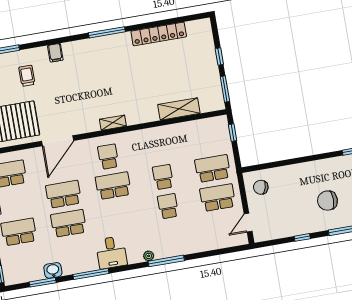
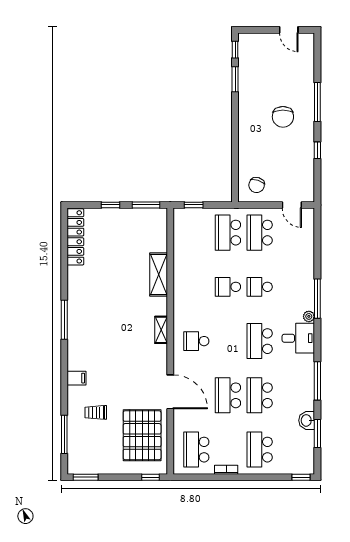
locker: (159, 34) -> (75, 237), moved
shelving: (179, 109) -> (159, 275), moved
school desk: (113, 186) -> (260, 341), moved
desk: (111, 252) -> (298, 338), moved

